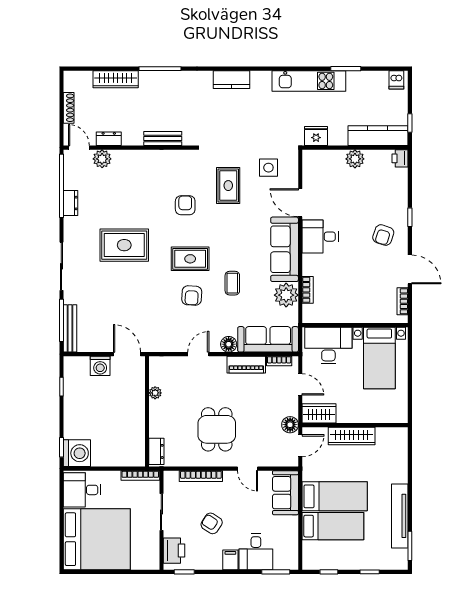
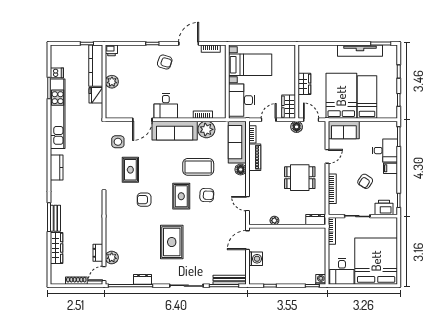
dishwasher: (396, 80) -> (57, 73), moved
kitchen unit: (309, 81) -> (58, 114), width x1.36
fridge: (316, 136) -> (96, 95), moved
bench: (163, 138) -> (55, 218), moved
rug: (228, 186) -> (130, 170), turned 90
coffee table: (232, 283) -> (198, 167), width x1.86, depth x1.72
door: (198, 354) -> (247, 204), moved
wardrobe: (352, 436) -> (304, 84), width x0.67
washing machine: (77, 453) -> (321, 279), width x0.53, depth x0.53
bed: (335, 496) -> (341, 96), width x1.50

